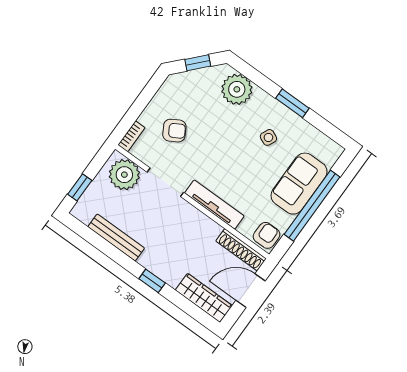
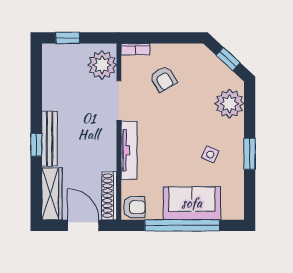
bench: (116, 237) -> (49, 139), moved

